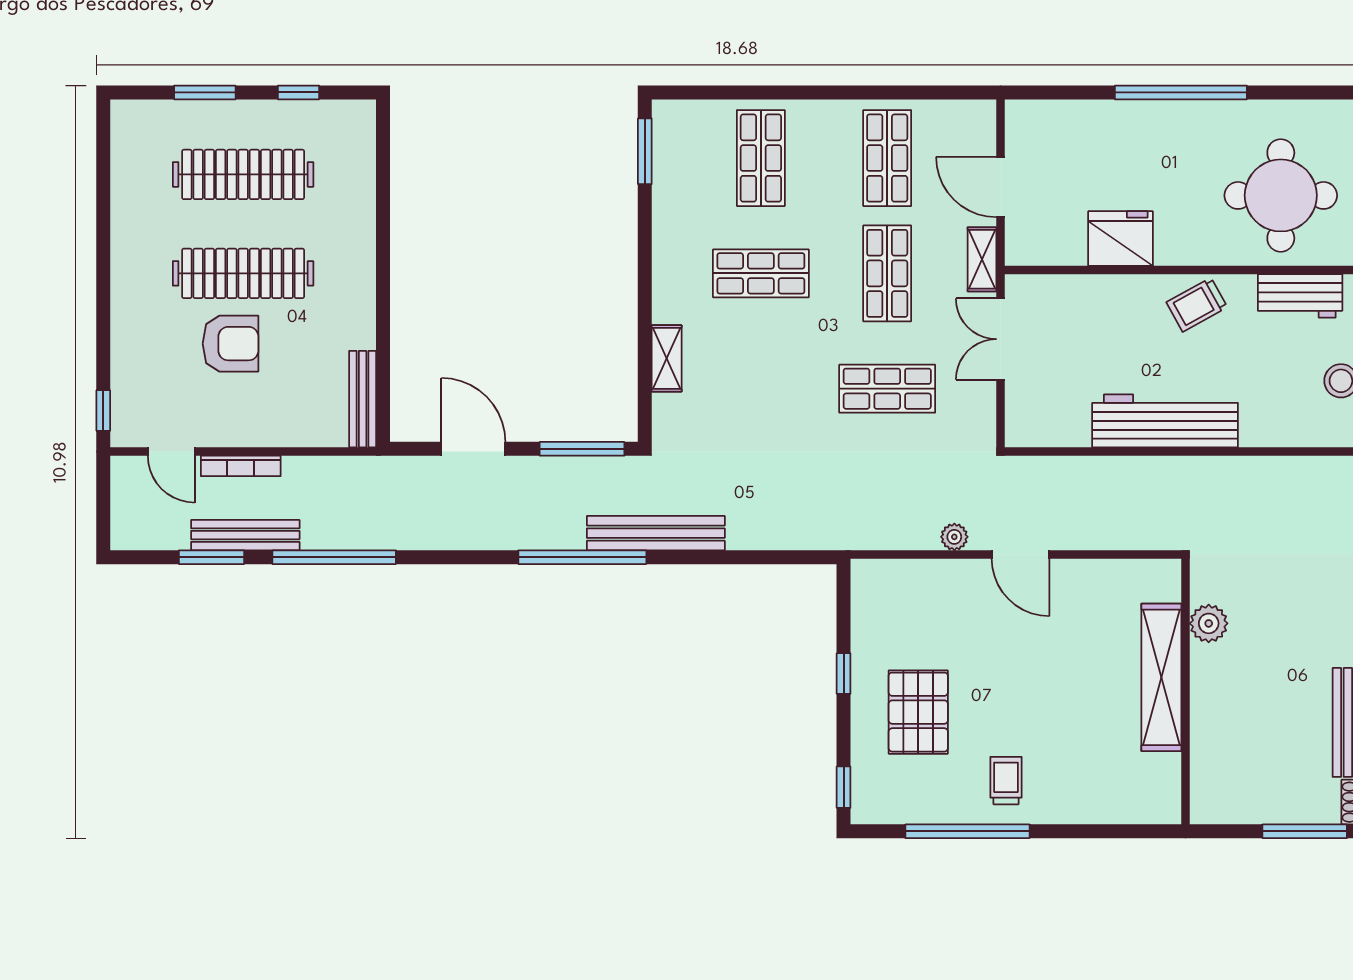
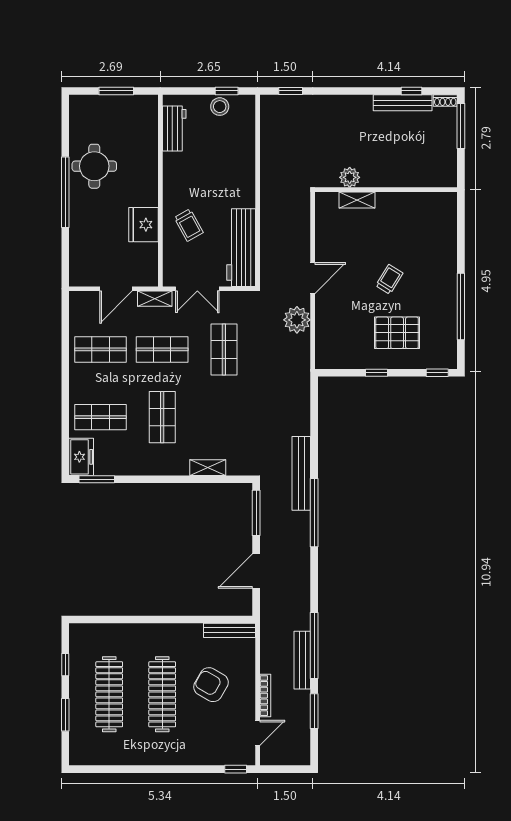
freezer: (687, 122) -> (81, 457), added
round table: (1281, 195) -> (94, 166), moved, width x0.73, depth x0.73
trolley: (1197, 305) -> (189, 225), moved
armchair: (231, 344) -> (211, 685), moved, turned -60
workbench: (1165, 421) -> (241, 248), moved
bench: (245, 535) -> (302, 660), moved
plant: (954, 537) -> (297, 320), width x1.88, depth x1.88
shelving: (1161, 677) -> (357, 200), width x0.45, depth x0.75
trolley: (1006, 781) -> (389, 279), moved, turned 122

